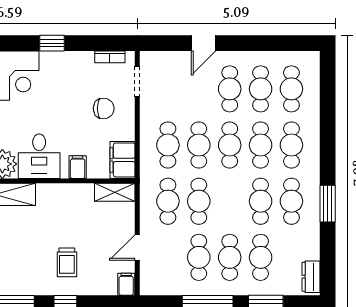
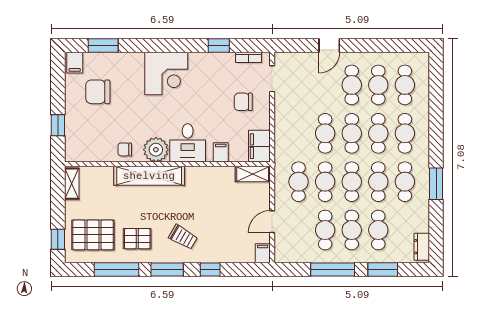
window: (52, 43) -> (219, 46), moved
chair: (104, 108) -> (243, 102), turned 180
cafe table: (168, 145) -> (352, 182), moved
trolley: (67, 262) -> (183, 237), moved, turned -60

